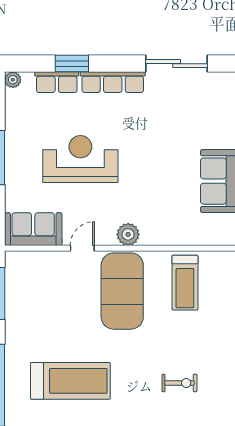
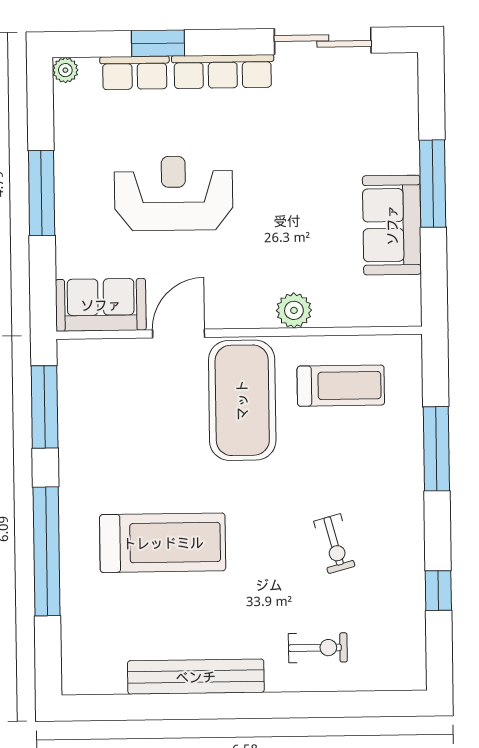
plant: (128, 234) -> (294, 310), moved
door: (82, 248) -> (179, 334), width x1.37
treadmill: (185, 283) -> (341, 386), turned -90
exercise bike: (179, 383) -> (334, 544), turned 75

